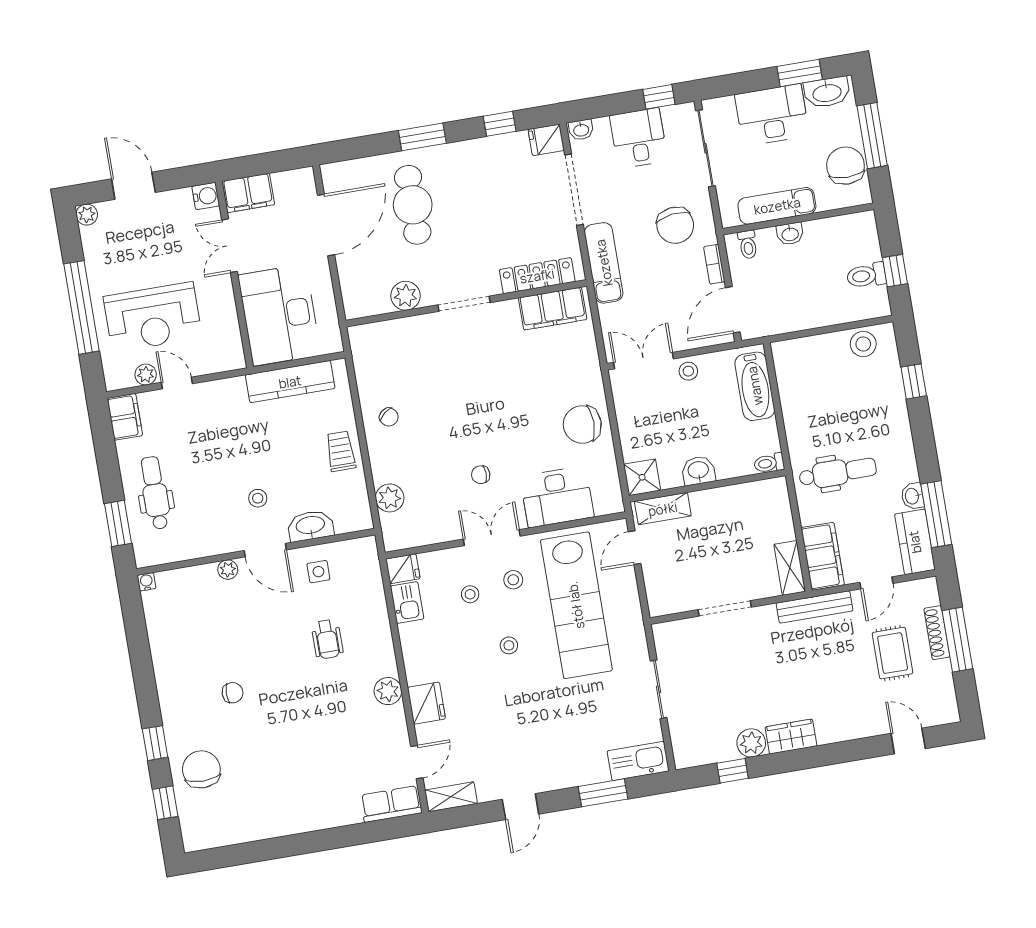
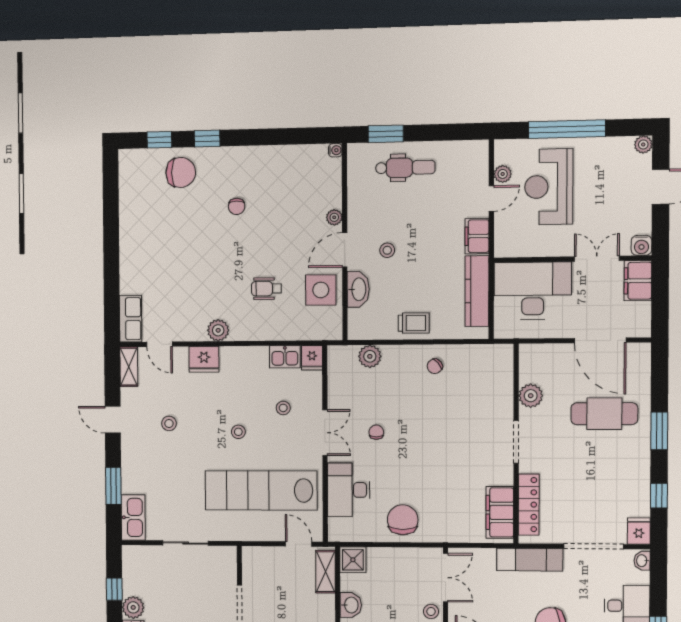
filing cabinet: (125, 417) -> (477, 236), moved, turned 90
side table: (318, 572) -> (321, 290), width x1.87, depth x1.87
stool: (513, 580) -> (169, 423), moved

